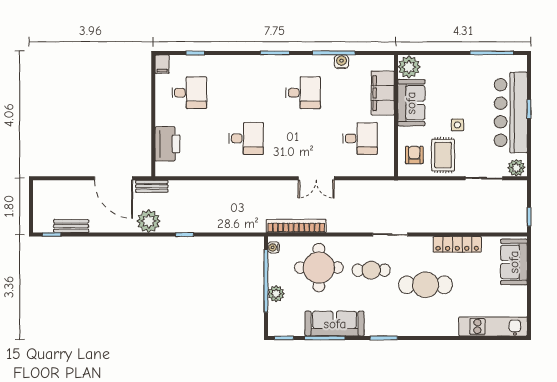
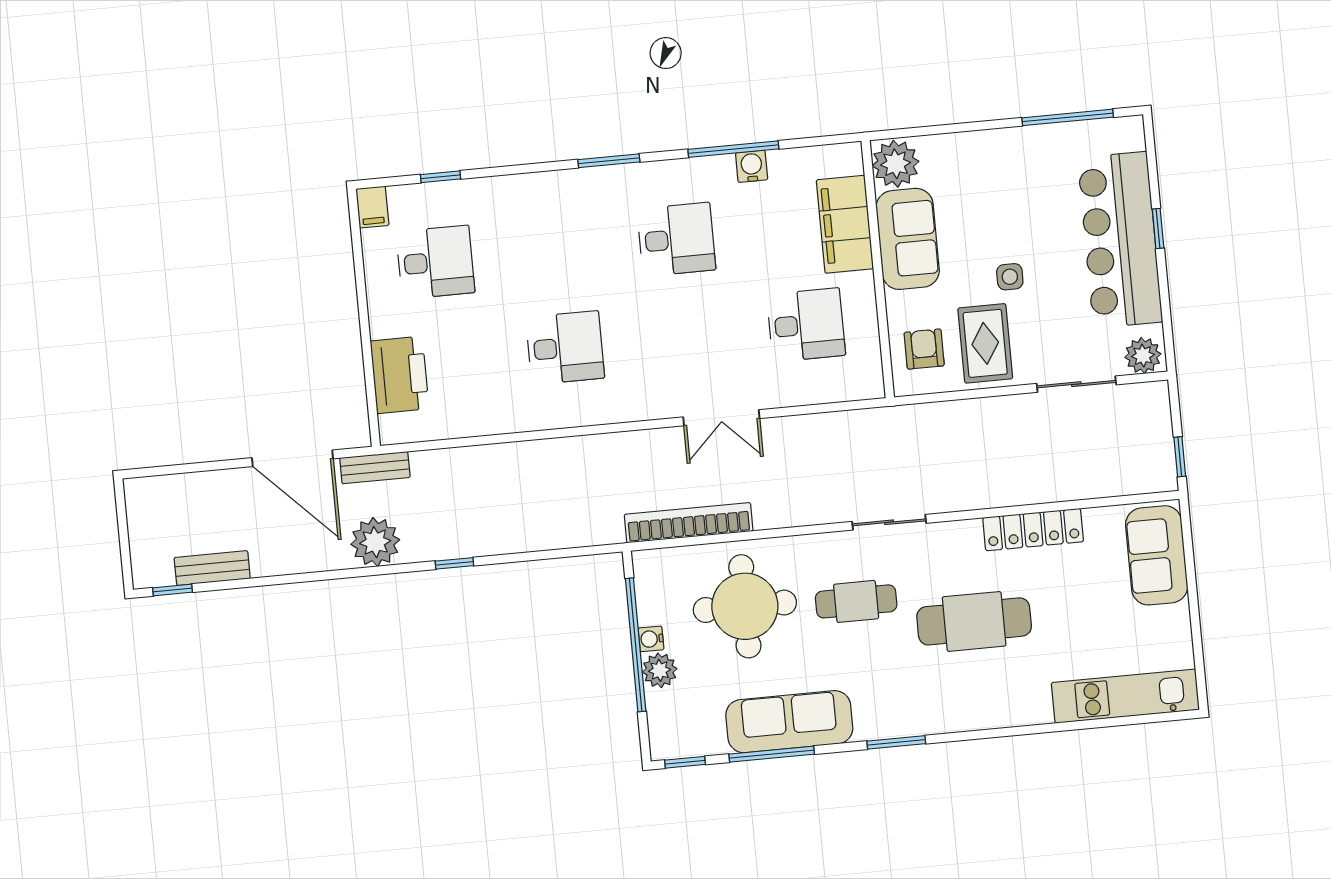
water cooler: (273, 247) -> (651, 639), moved

